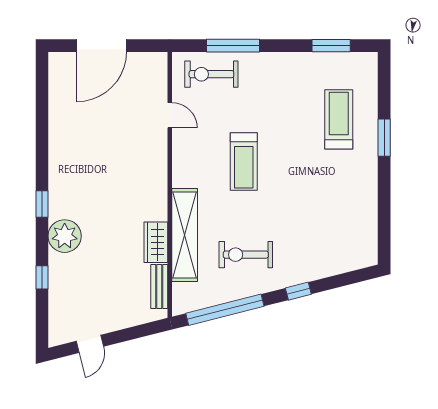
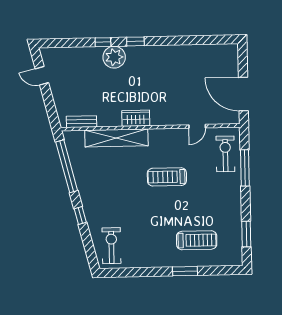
door: (101, 46) -> (243, 94), moved
wardrobe: (156, 242) -> (136, 118), moved
exercise bike: (246, 255) -> (111, 246), moved
window: (42, 277) -> (103, 42), moved

